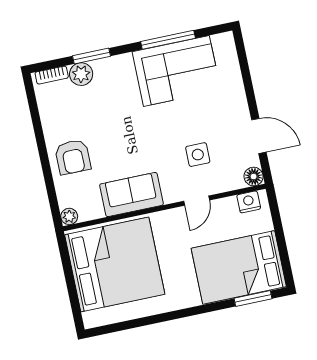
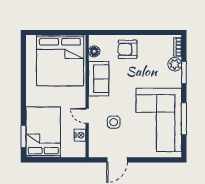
corner sofa: (176, 71) -> (159, 120), width x1.36, depth x1.36
floor lamp: (254, 176) -> (94, 51), moved
nightstand: (249, 202) -> (80, 135), moved
plant: (69, 216) -> (93, 40), removed

